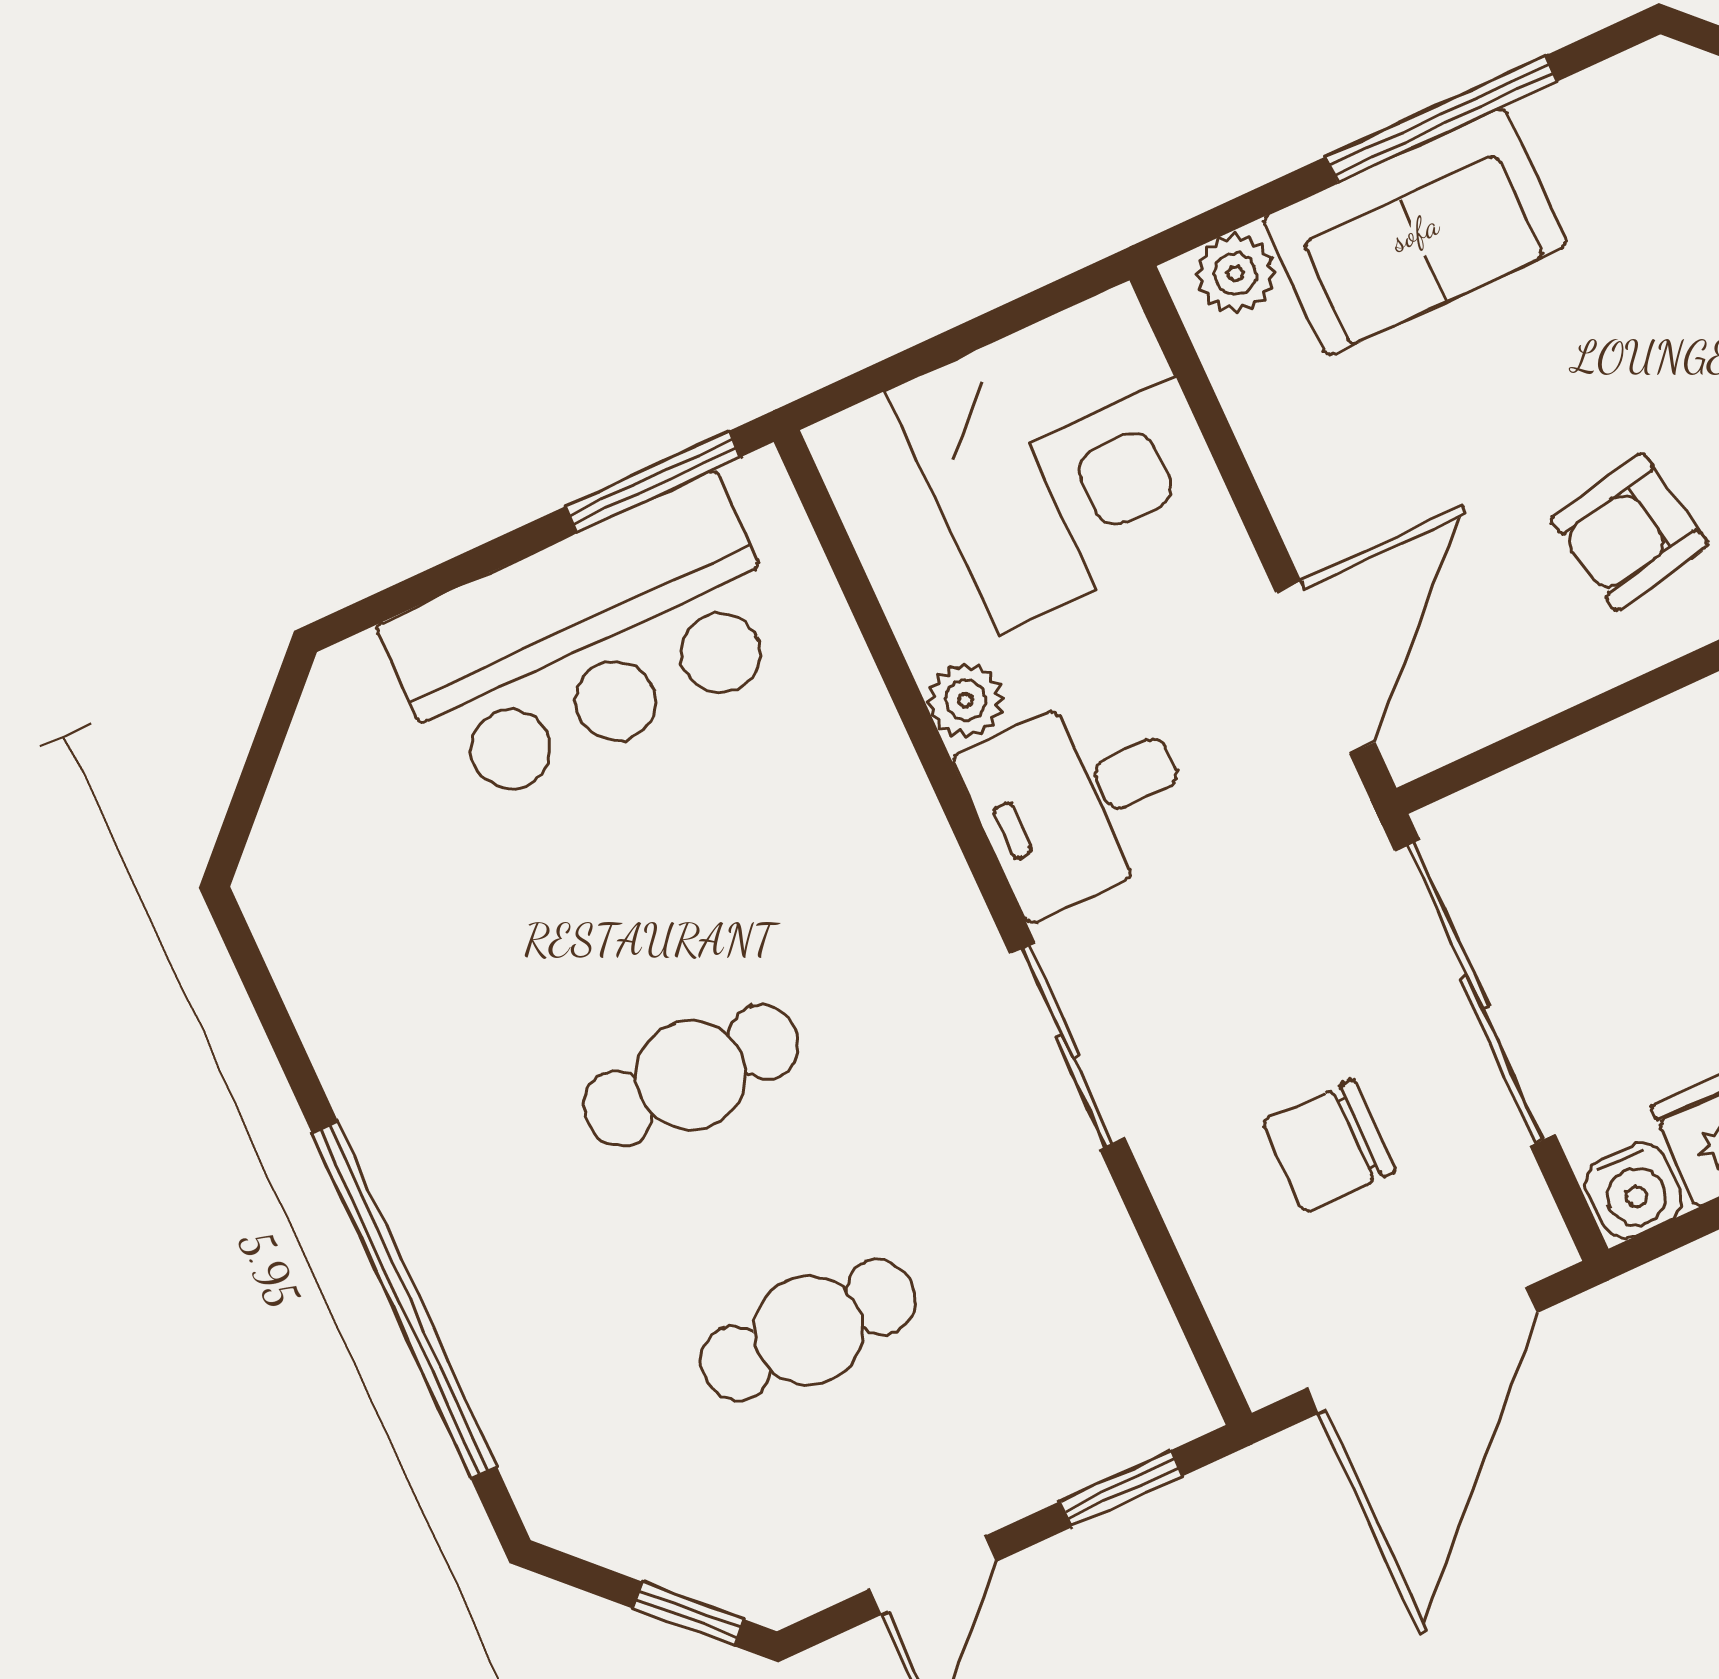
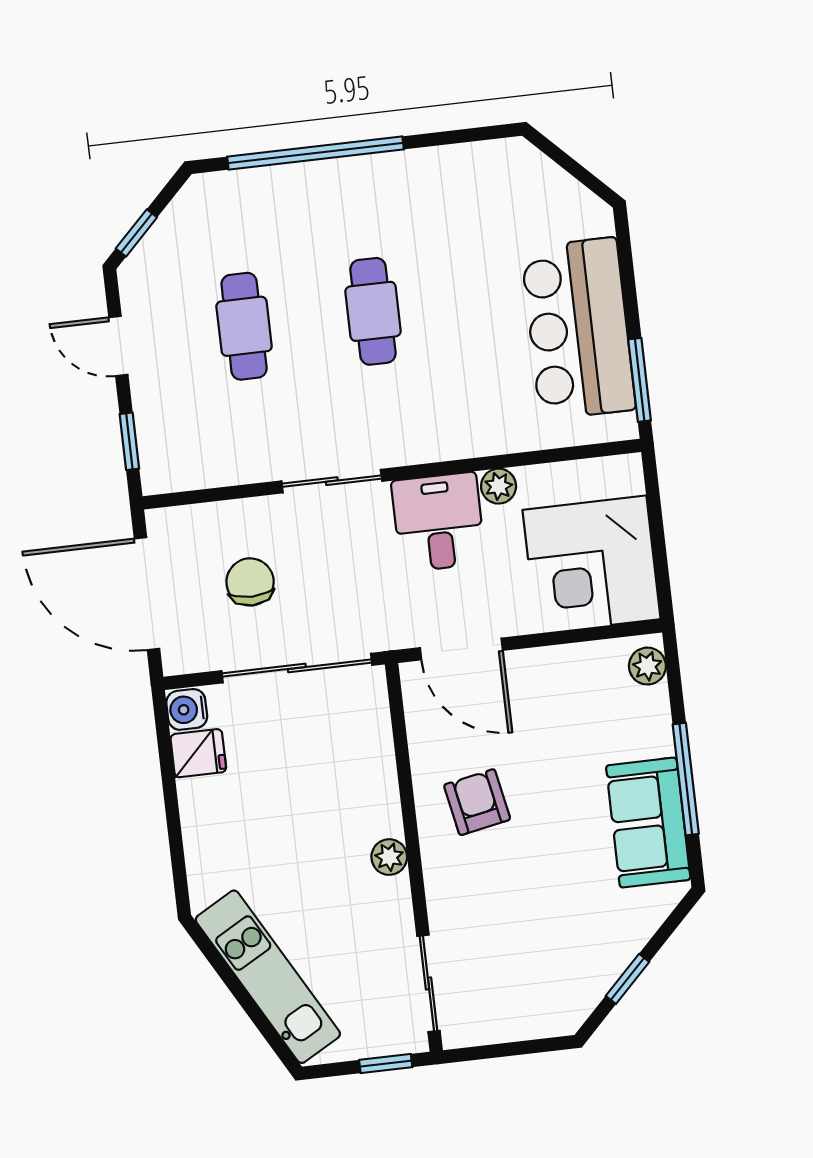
sofa: (1415, 232) -> (648, 823), moved

